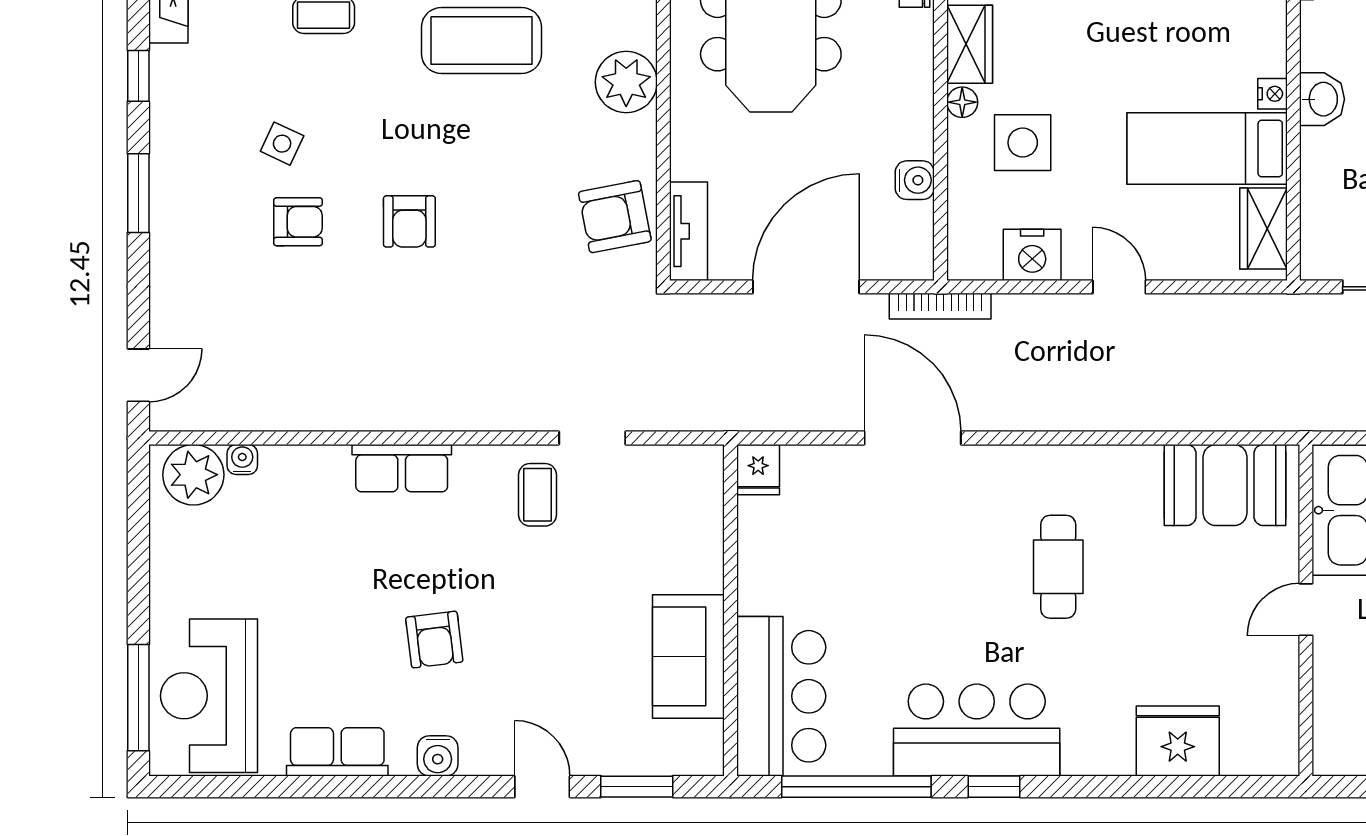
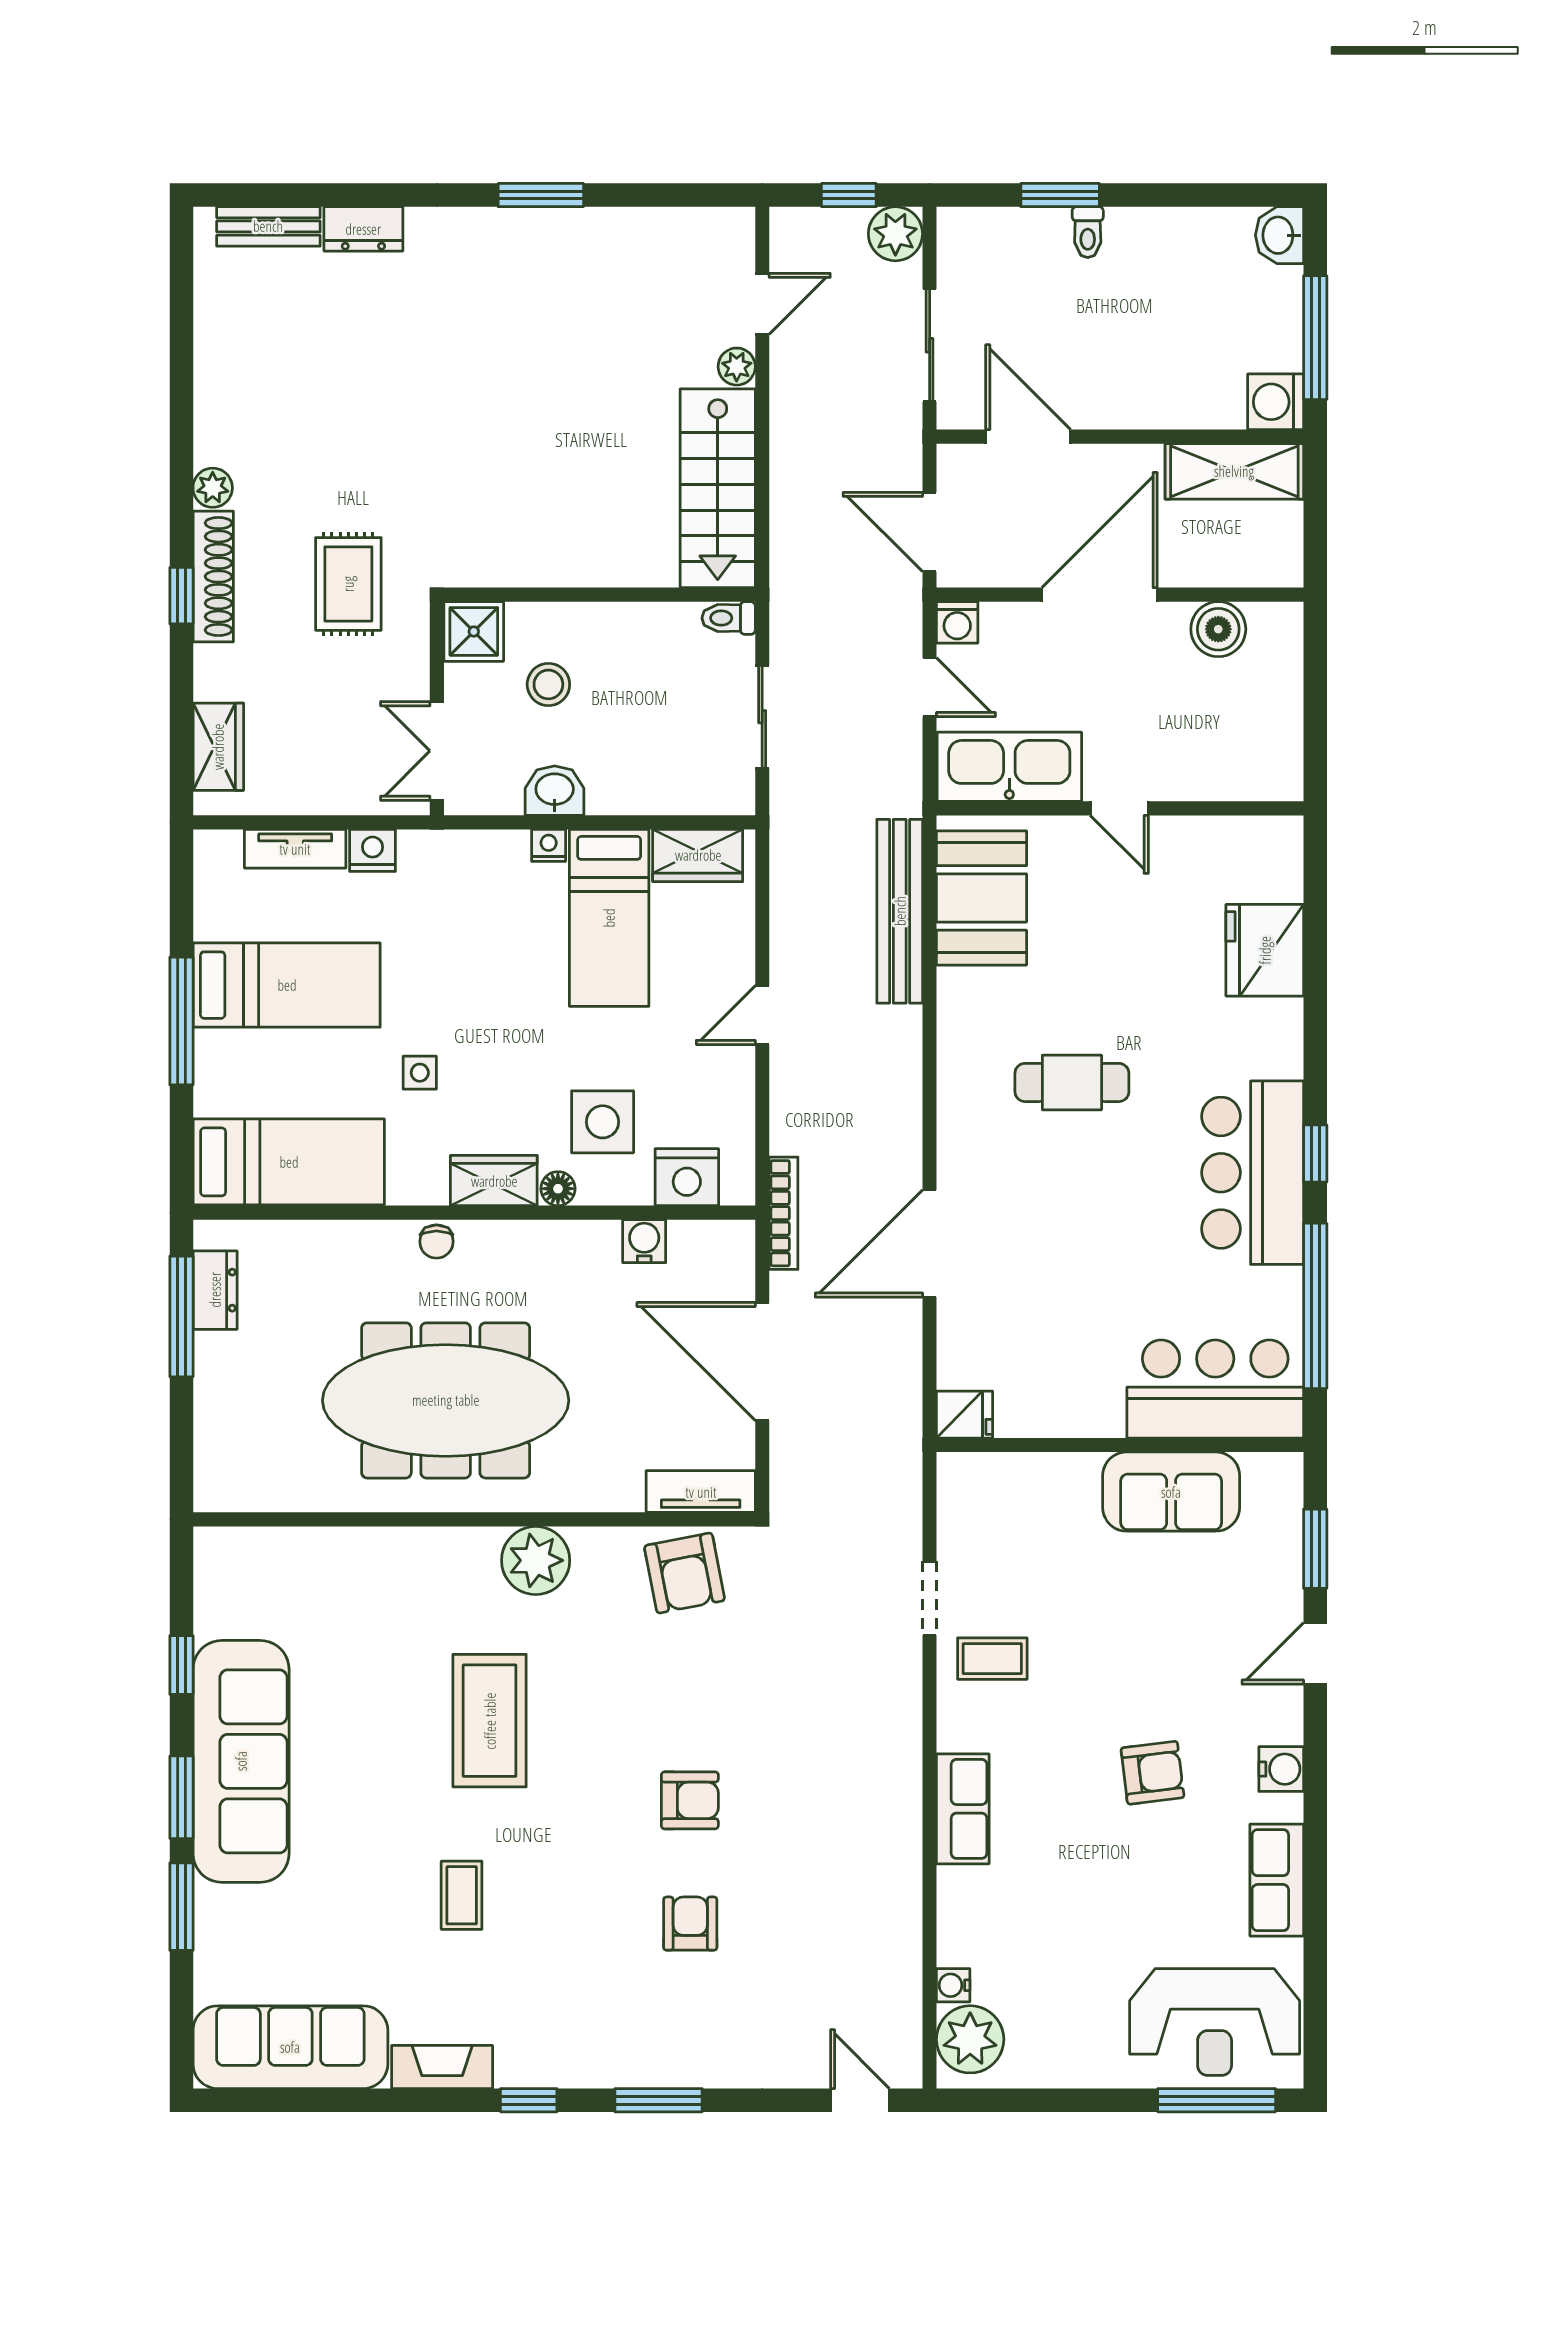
side table: (282, 144) -> (604, 1941), removed
nightstand: (1032, 255) -> (687, 1177), moved, turned 90
bench: (1213, 411) -> (900, 911), added

